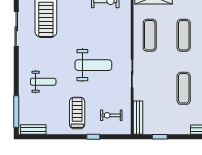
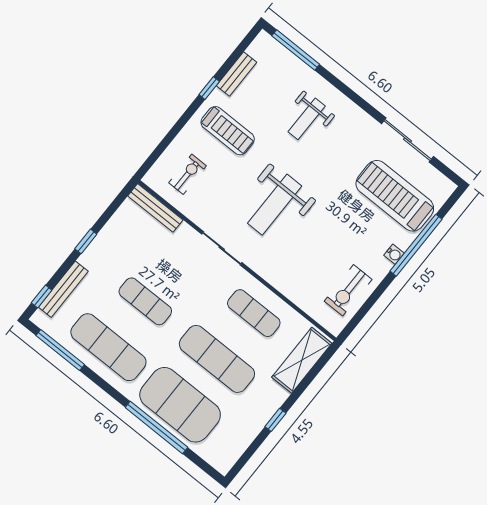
exercise mat: (184, 35) -> (217, 359), width x1.36, depth x1.45
bench: (33, 130) -> (236, 74), moved
window: (93, 137) -> (209, 88), moved
window: (160, 137) -> (86, 241), moved

